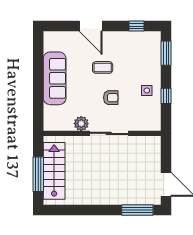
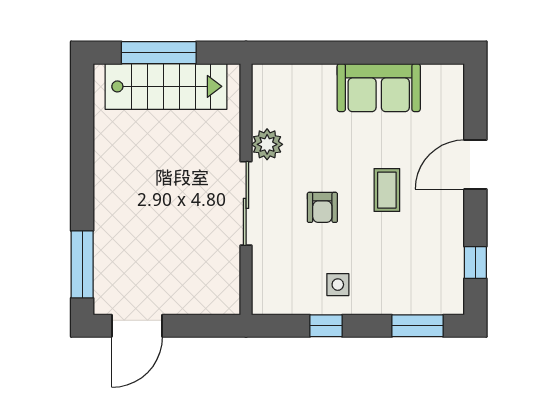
sofa: (55, 78) -> (379, 88), width x0.73

